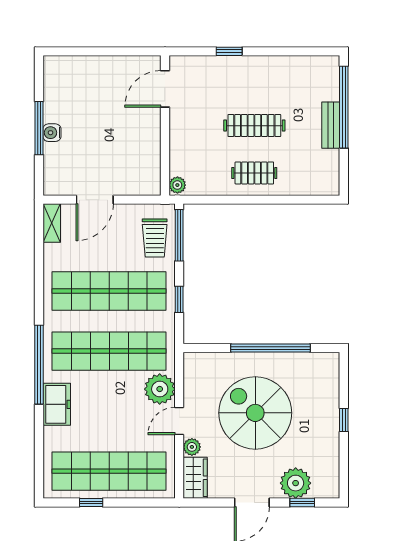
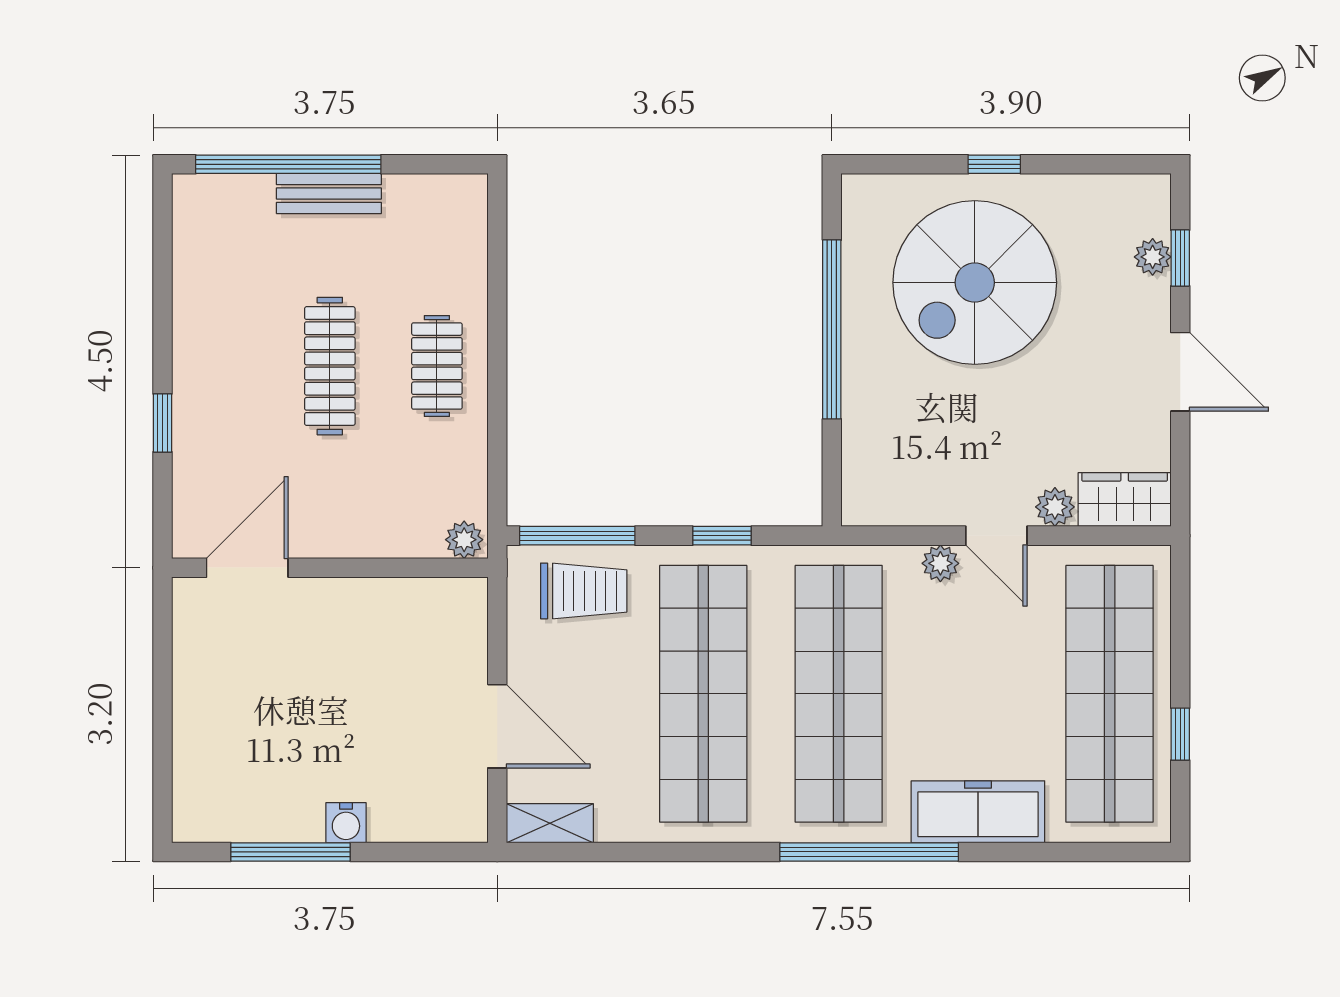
door: (165, 89) -> (247, 568), swing flipped
window: (39, 128) -> (290, 852), moved
plant: (160, 389) -> (940, 563), width x0.53, depth x0.53
freezer: (57, 404) -> (978, 812), width x1.40
spiral stairs: (255, 413) -> (975, 283), moved
plant: (296, 483) -> (1153, 257), width x0.53, depth x0.53

